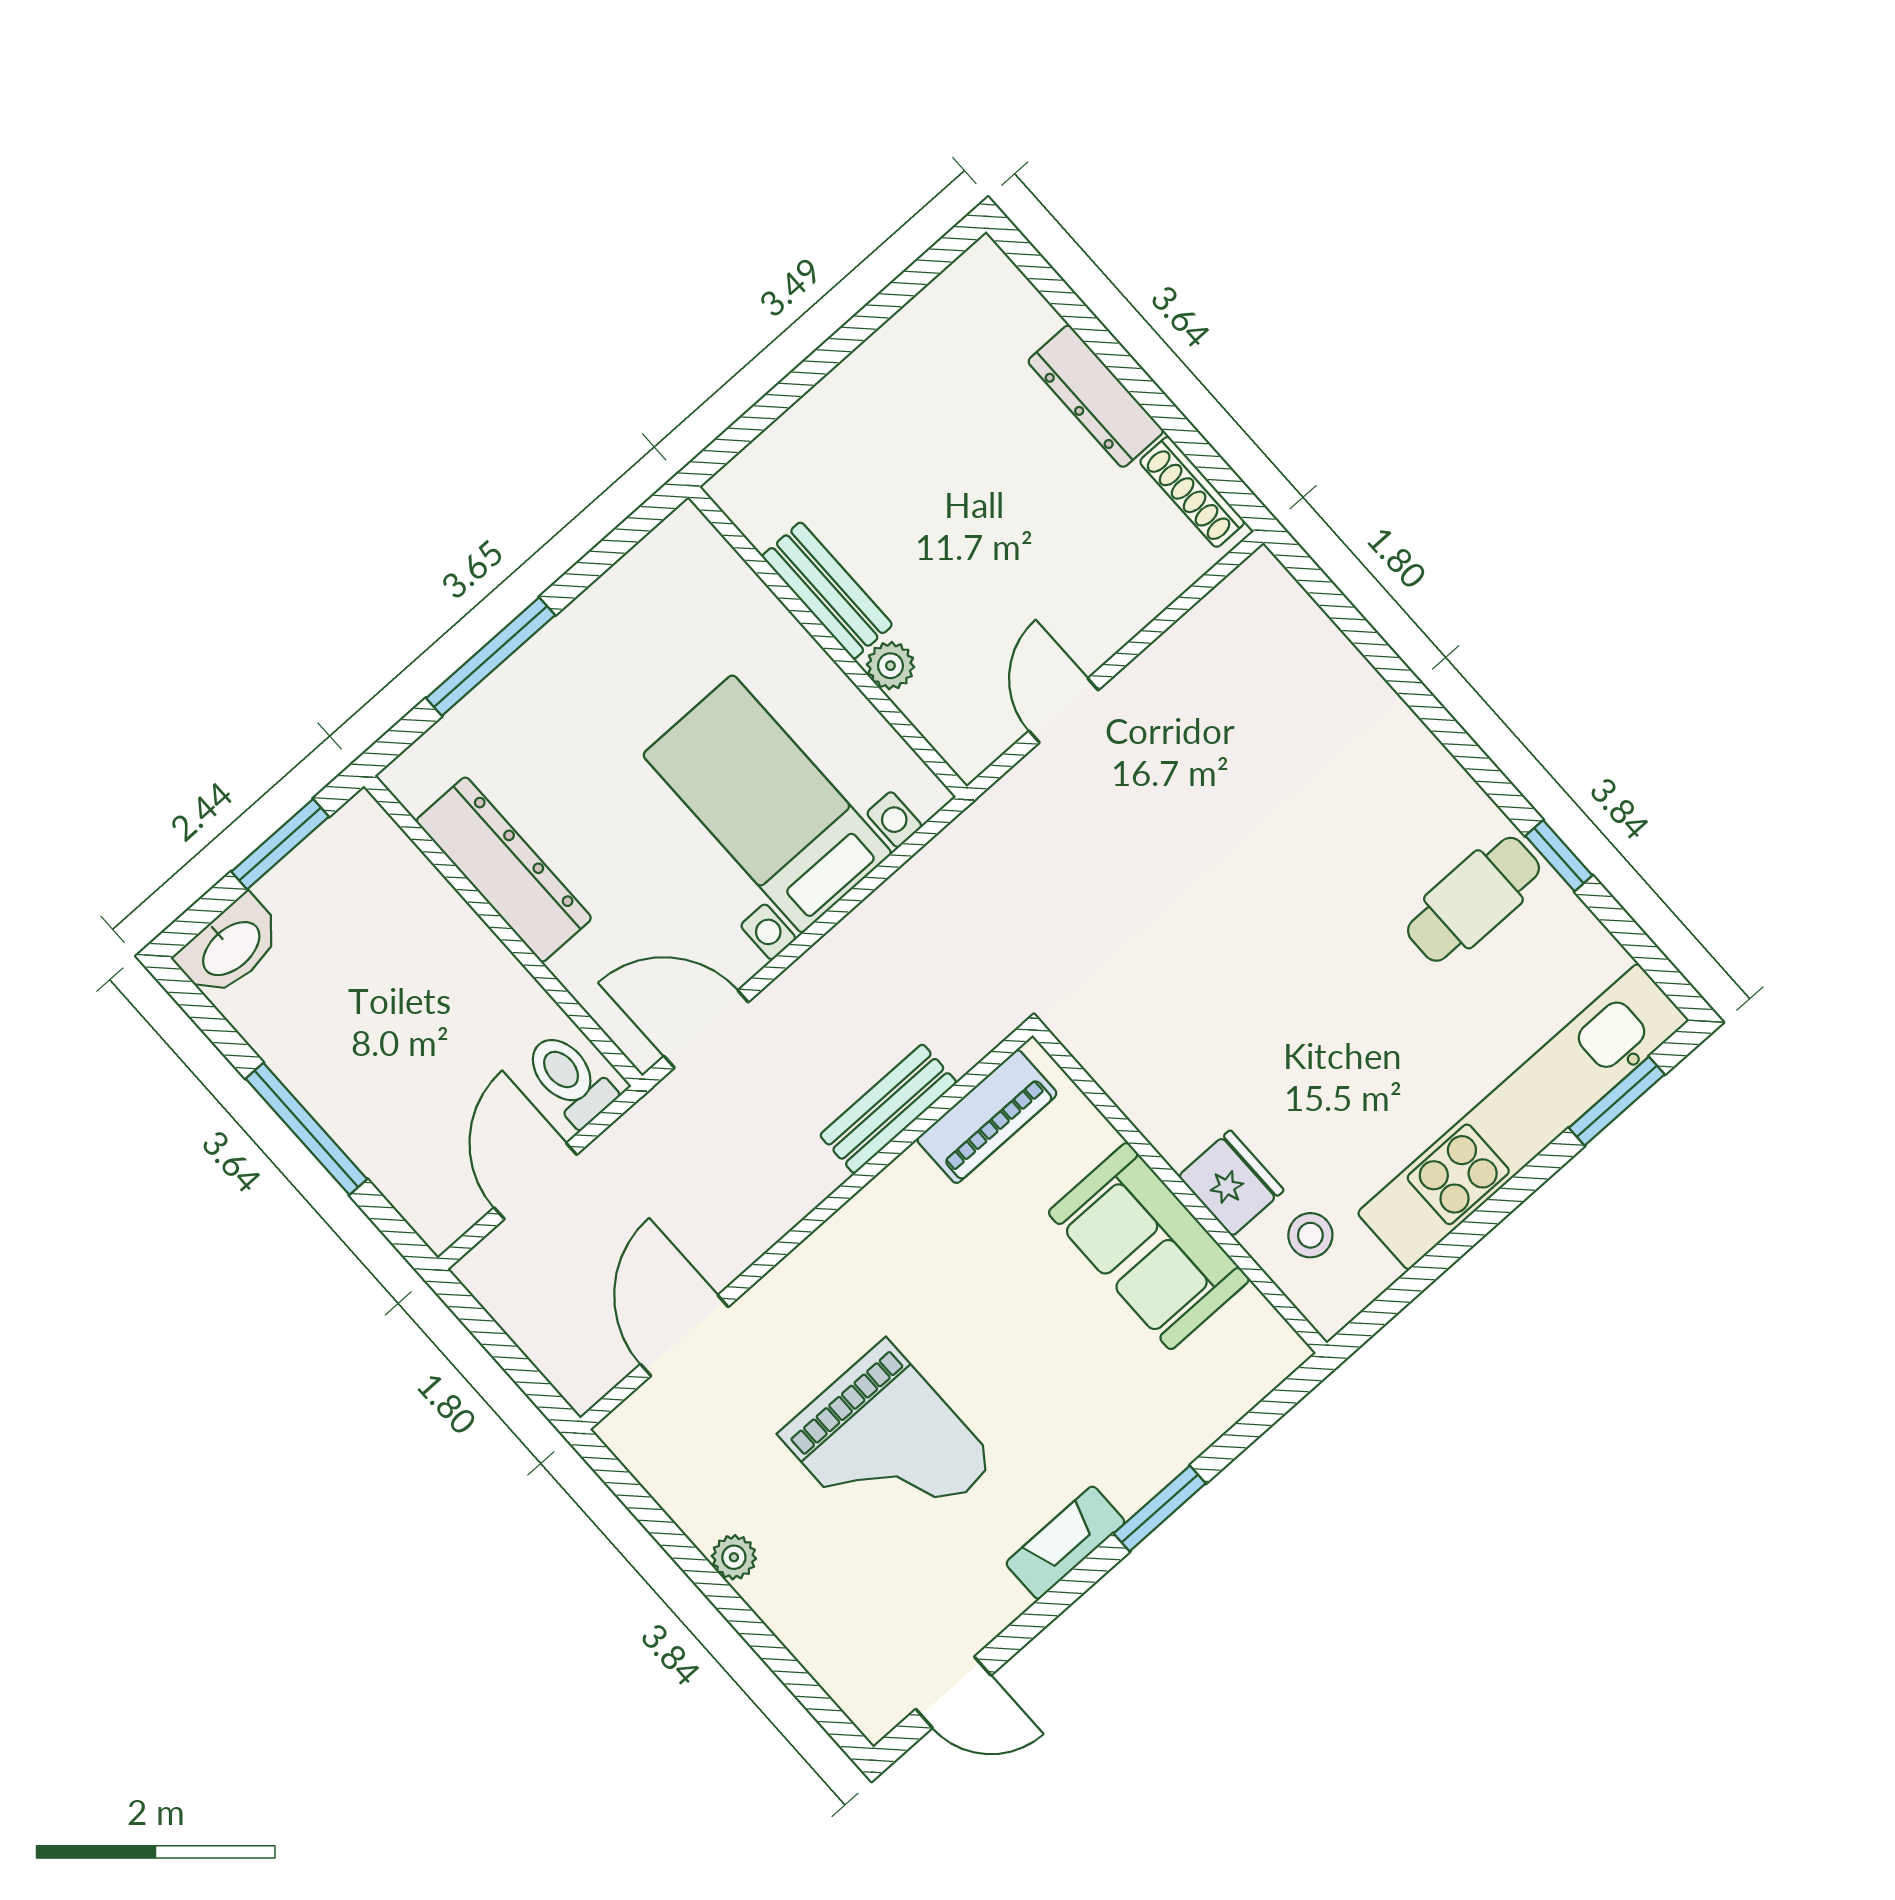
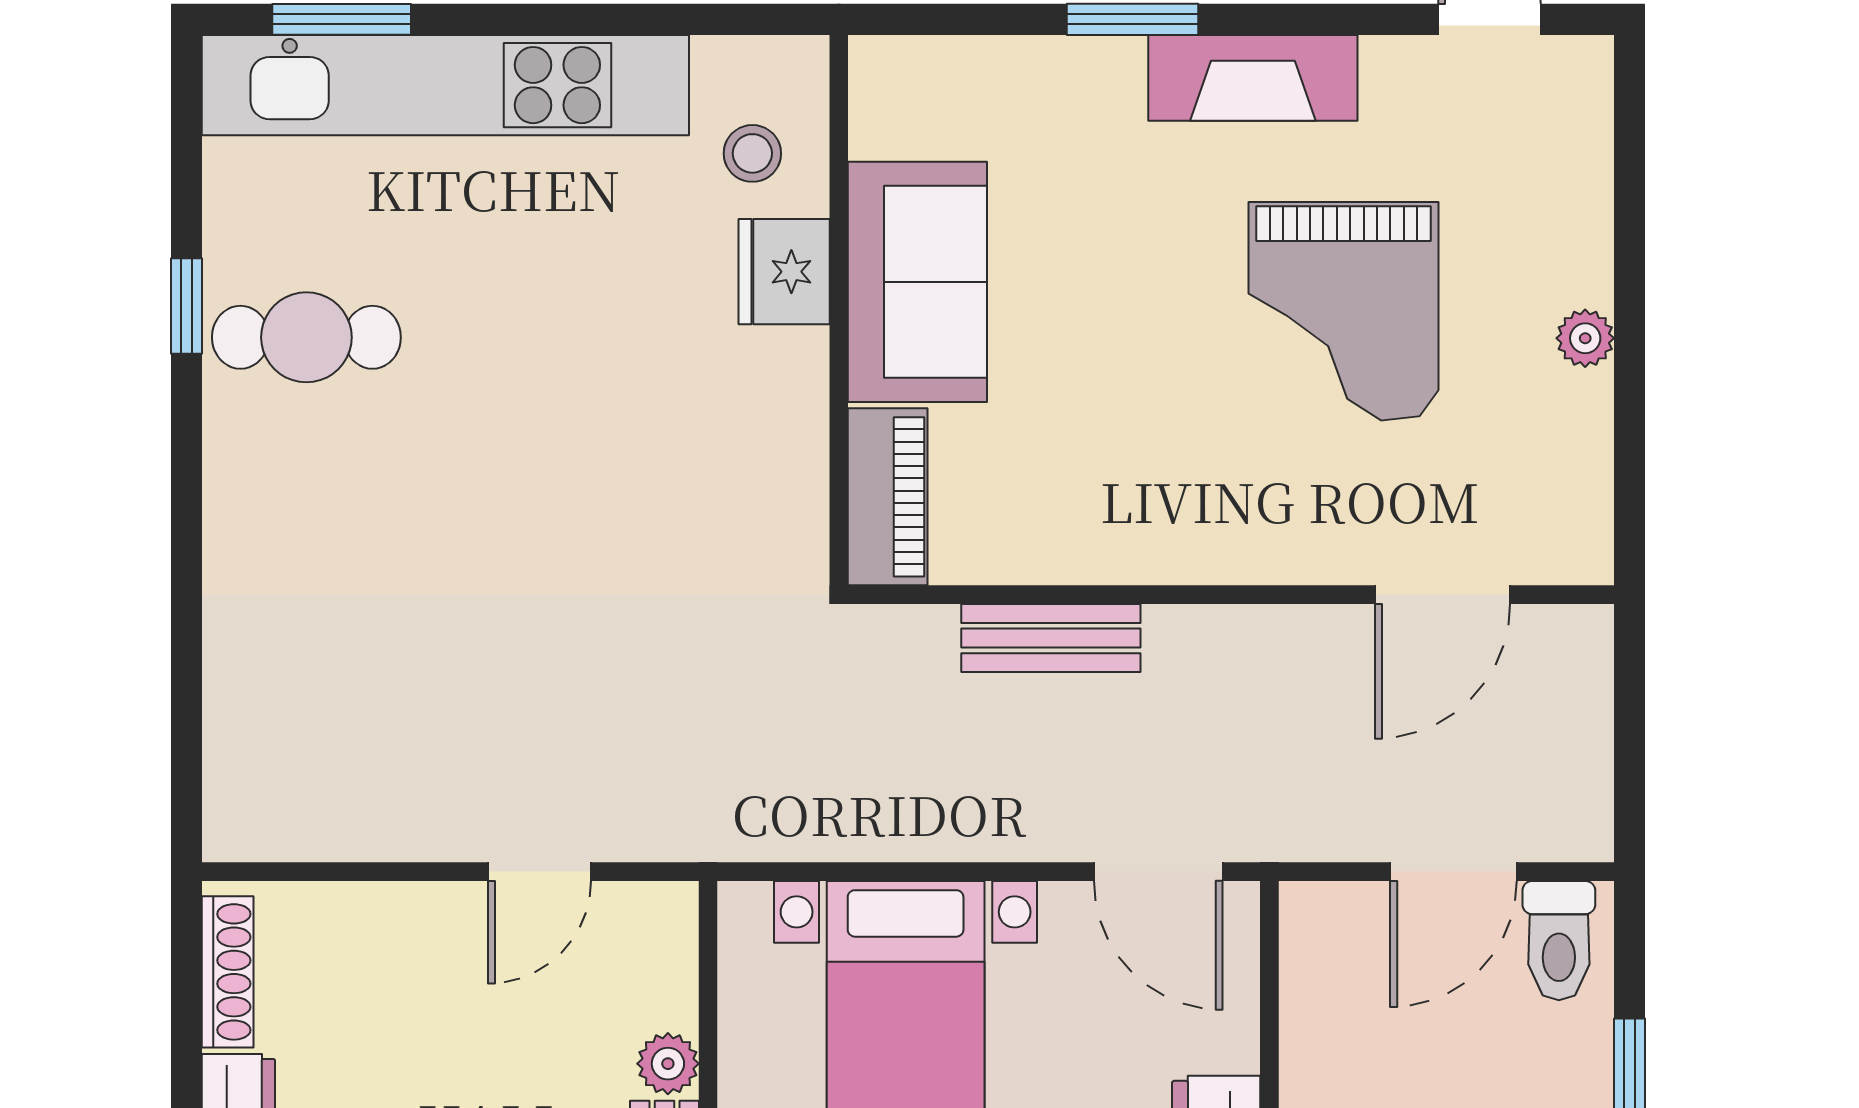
toilet: (570, 1079) -> (1559, 941), moved
piano: (987, 1117) -> (888, 497), moved, turned 90
grand piano: (887, 1448) -> (1344, 311), turned 180
fireplace: (1065, 1543) -> (1253, 78), width x1.37, depth x1.32

